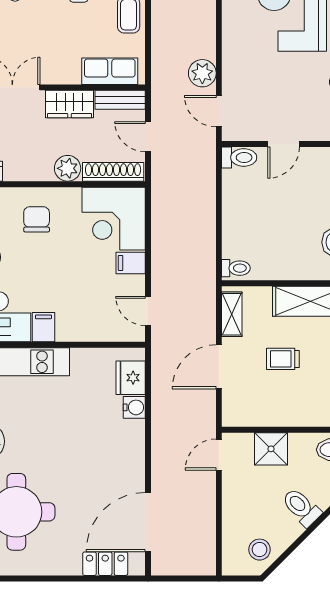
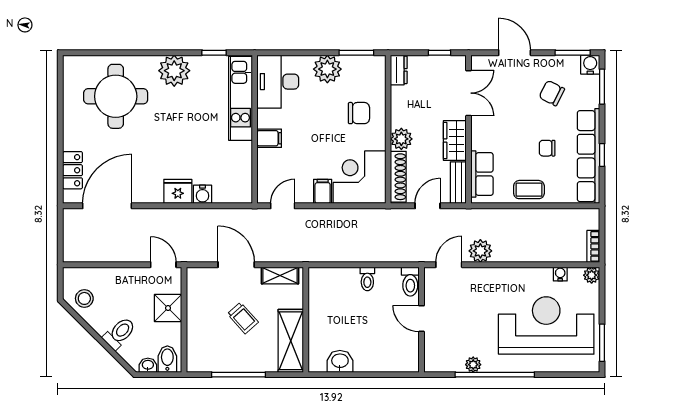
toilet: (236, 268) -> (367, 279), moved
filing cabinet: (44, 327) -> (269, 138), moved
trolley: (283, 359) -> (243, 318), turned 138
fridge: (131, 378) -> (178, 191), moved
door: (148, 522) -> (107, 206), hinge flipped

